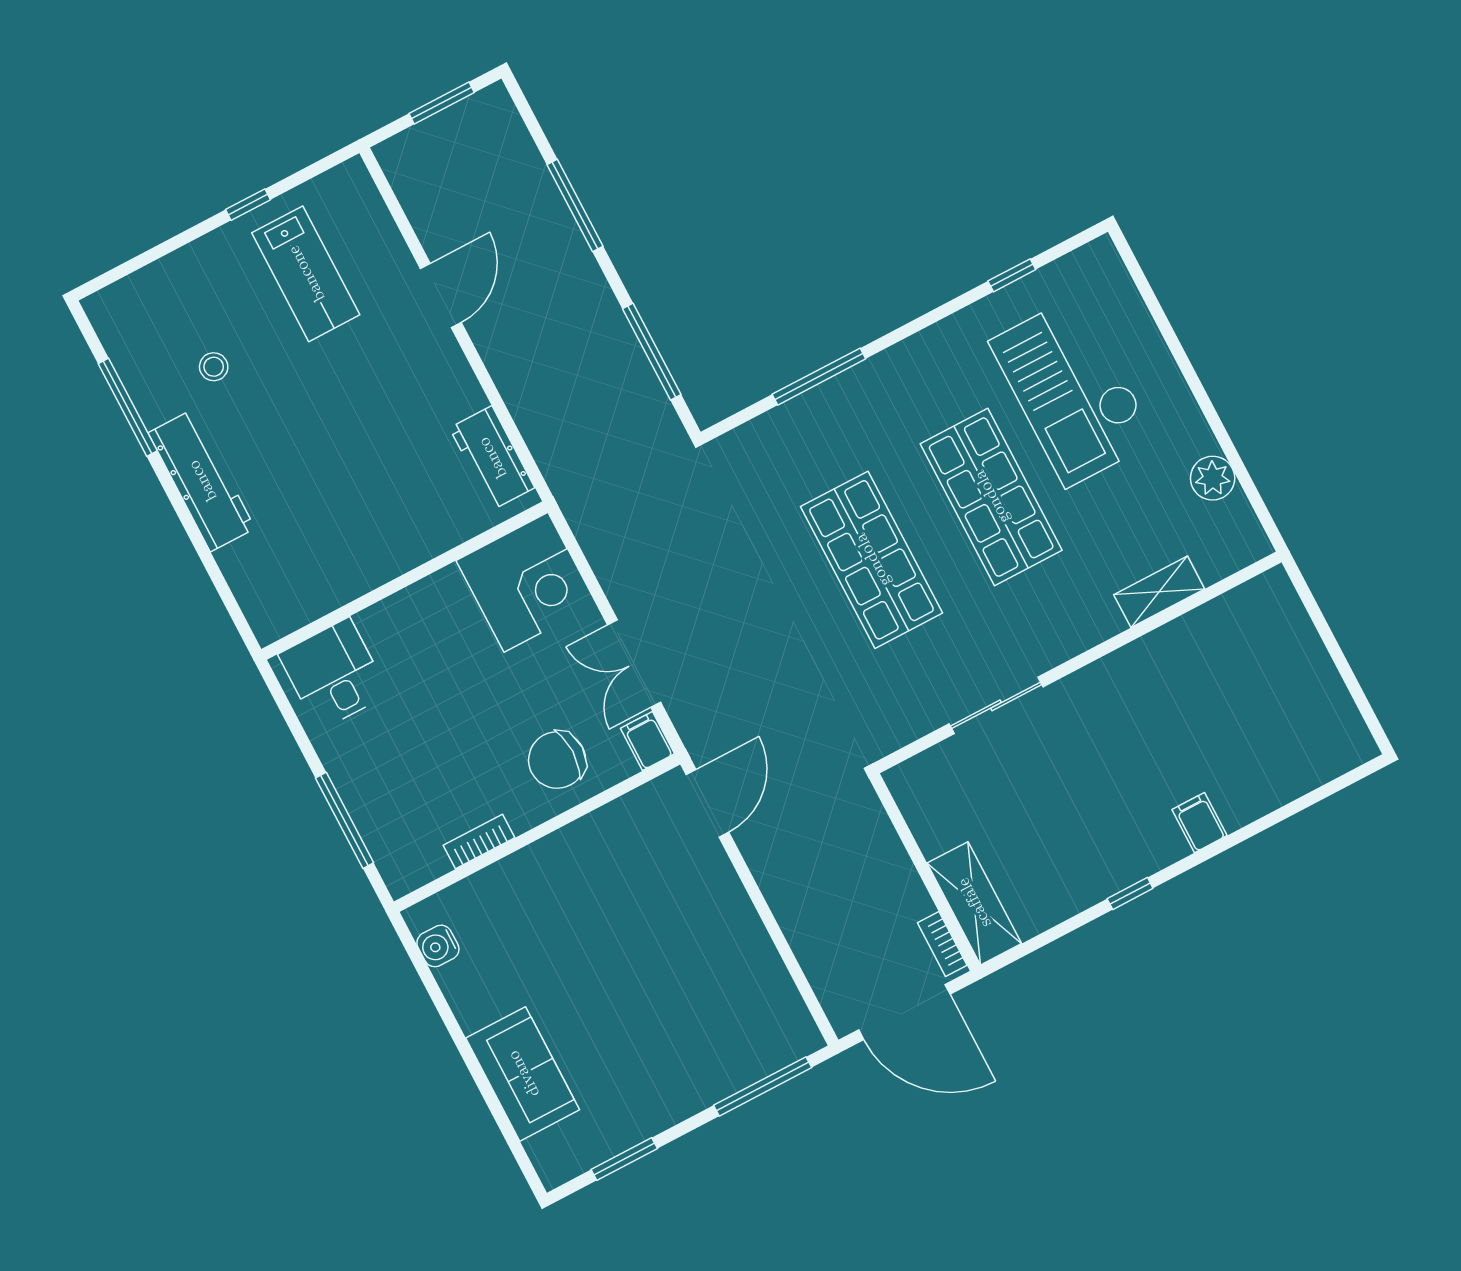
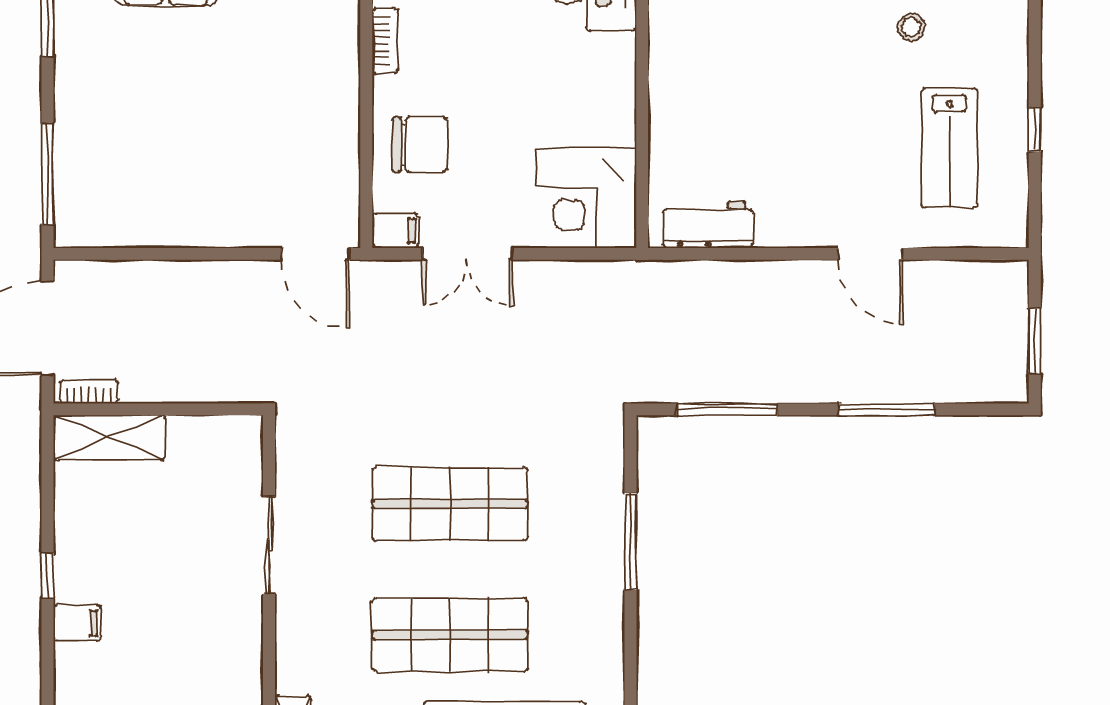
lab bench: (306, 274) -> (949, 148), turned -90
double door: (634, 664) -> (468, 254), swing flipped
chair: (557, 760) -> (420, 145), turned 90
filing cabinet: (1200, 823) -> (77, 623), moved

